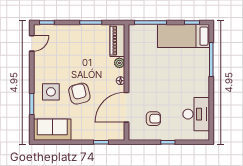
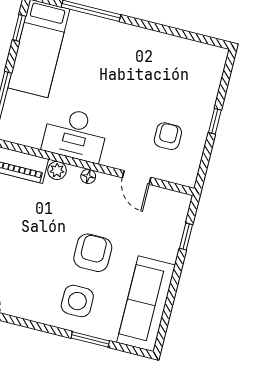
armchair: (79, 94) -> (93, 253), turned 104
door: (126, 107) -> (137, 178), width x0.53
desk: (196, 114) -> (75, 135), moved, turned 180
sofa: (52, 130) -> (146, 304), width x1.36

